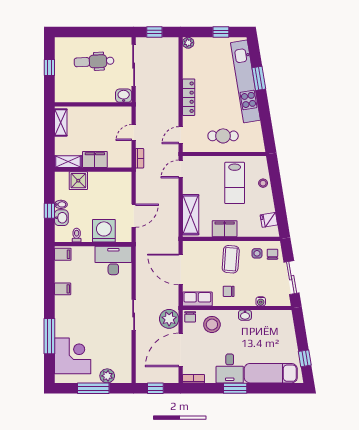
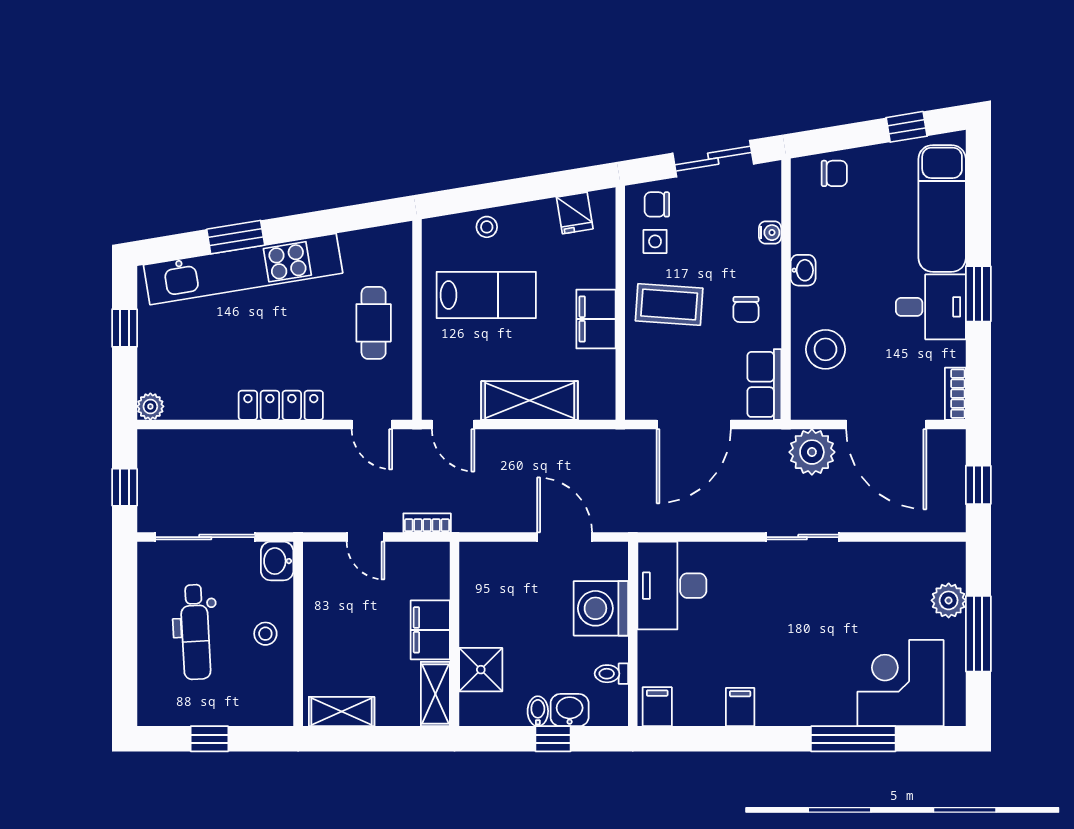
stool: (93, 91) -> (265, 634), added
shelving: (191, 215) -> (530, 400), moved
chair: (190, 317) -> (834, 173), moved

